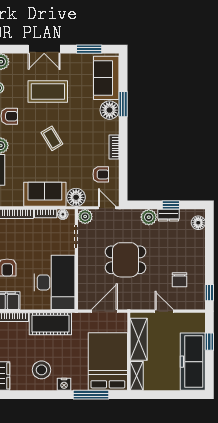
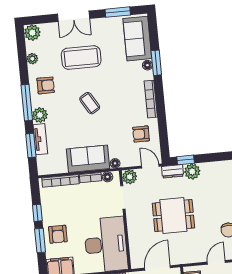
floor lamp: (109, 110) -> (147, 65), width x0.53, depth x0.53
bookcase: (114, 147) -> (151, 99), width x1.56
armchair: (101, 174) -> (141, 134), turned 180
floor lamp: (76, 197) -> (115, 163), width x0.53, depth x0.53
window: (171, 205) -> (186, 160), moved
dresser: (168, 215) -> (173, 171), moved
door: (164, 311) -> (216, 262), hinge flipped

